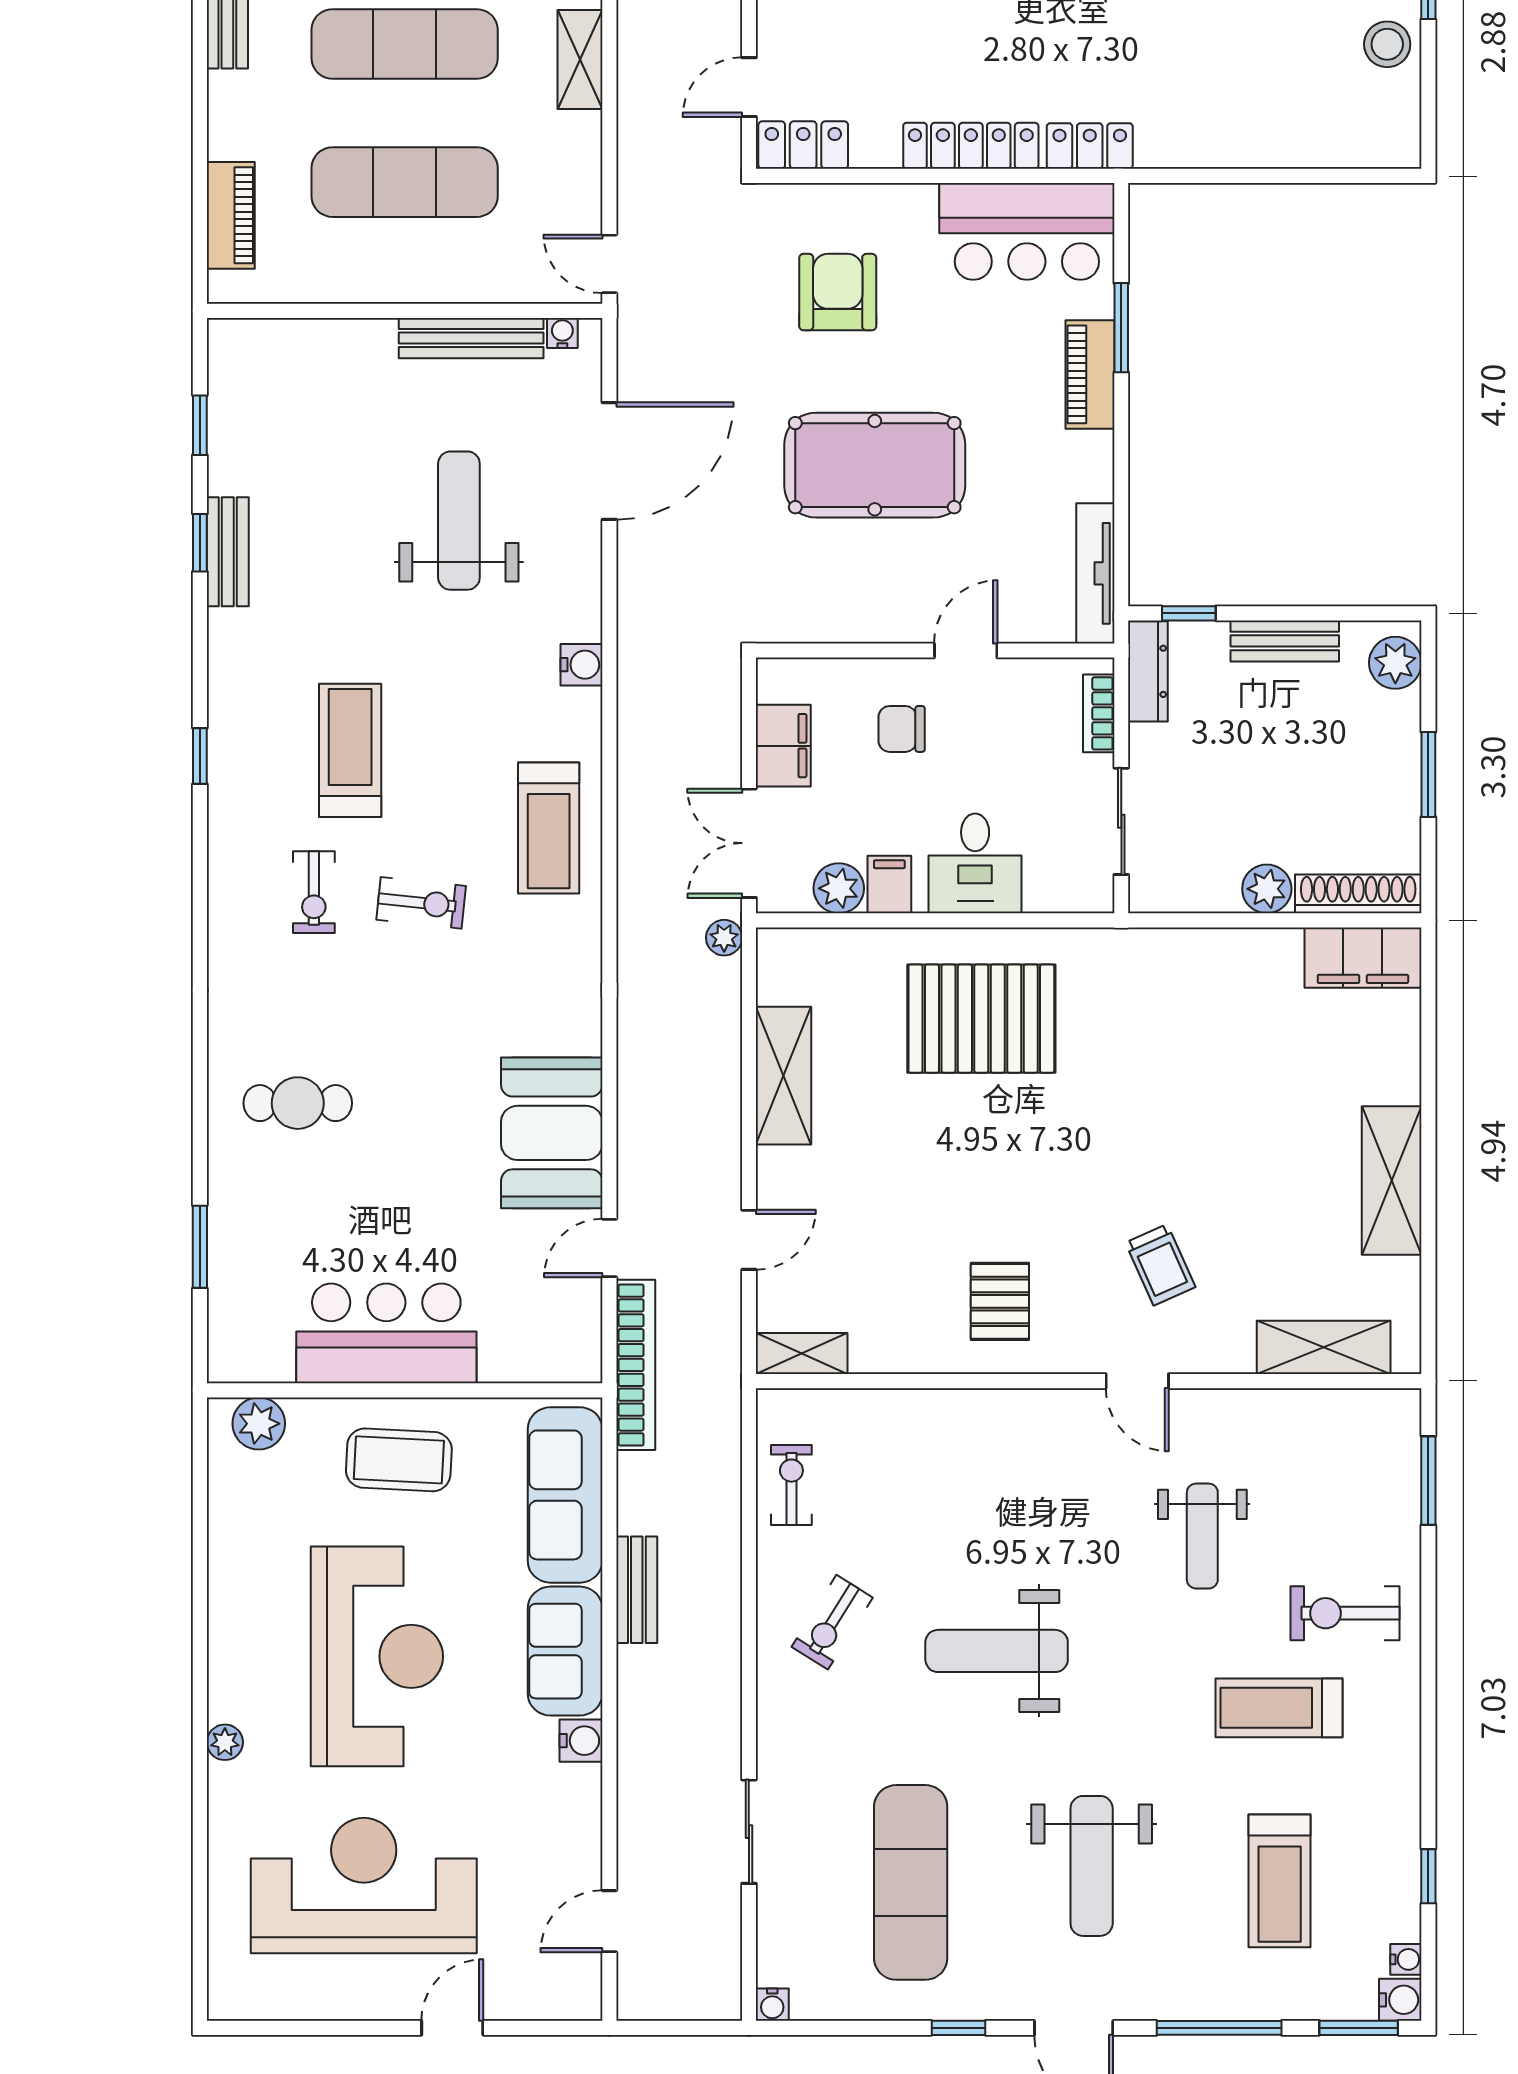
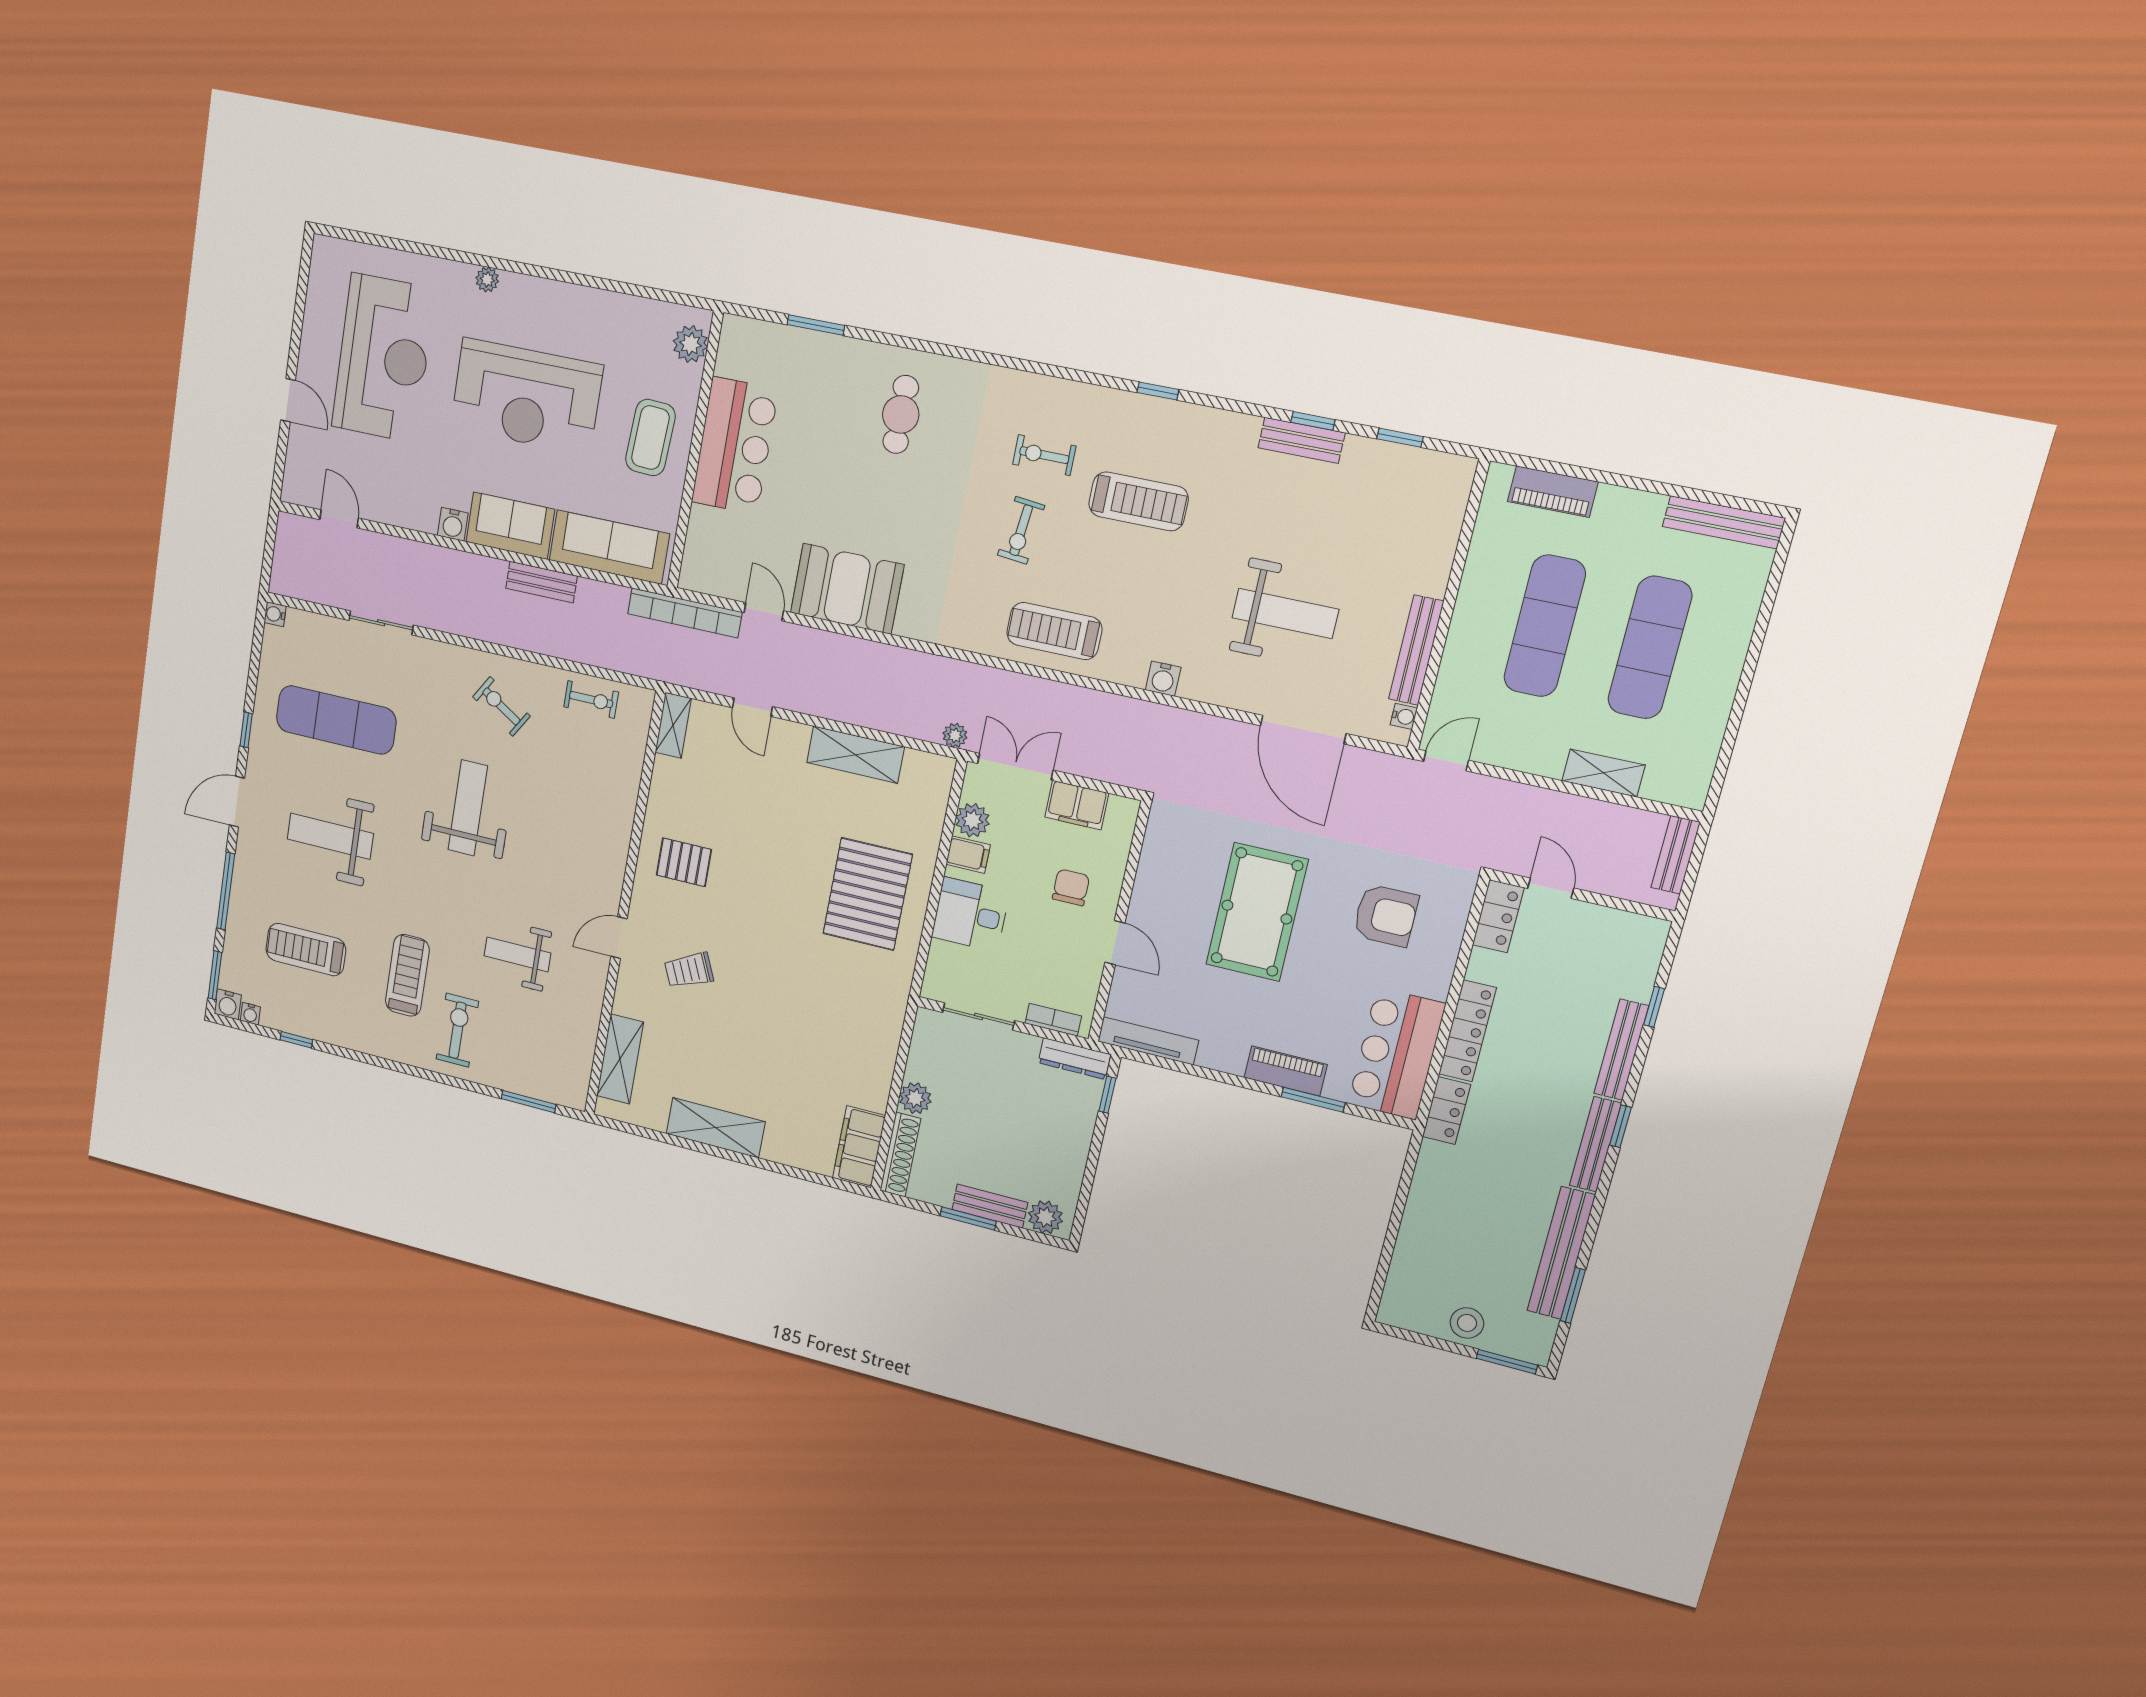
bench: (1285, 641) -> (990, 1206), moved, turned 90

